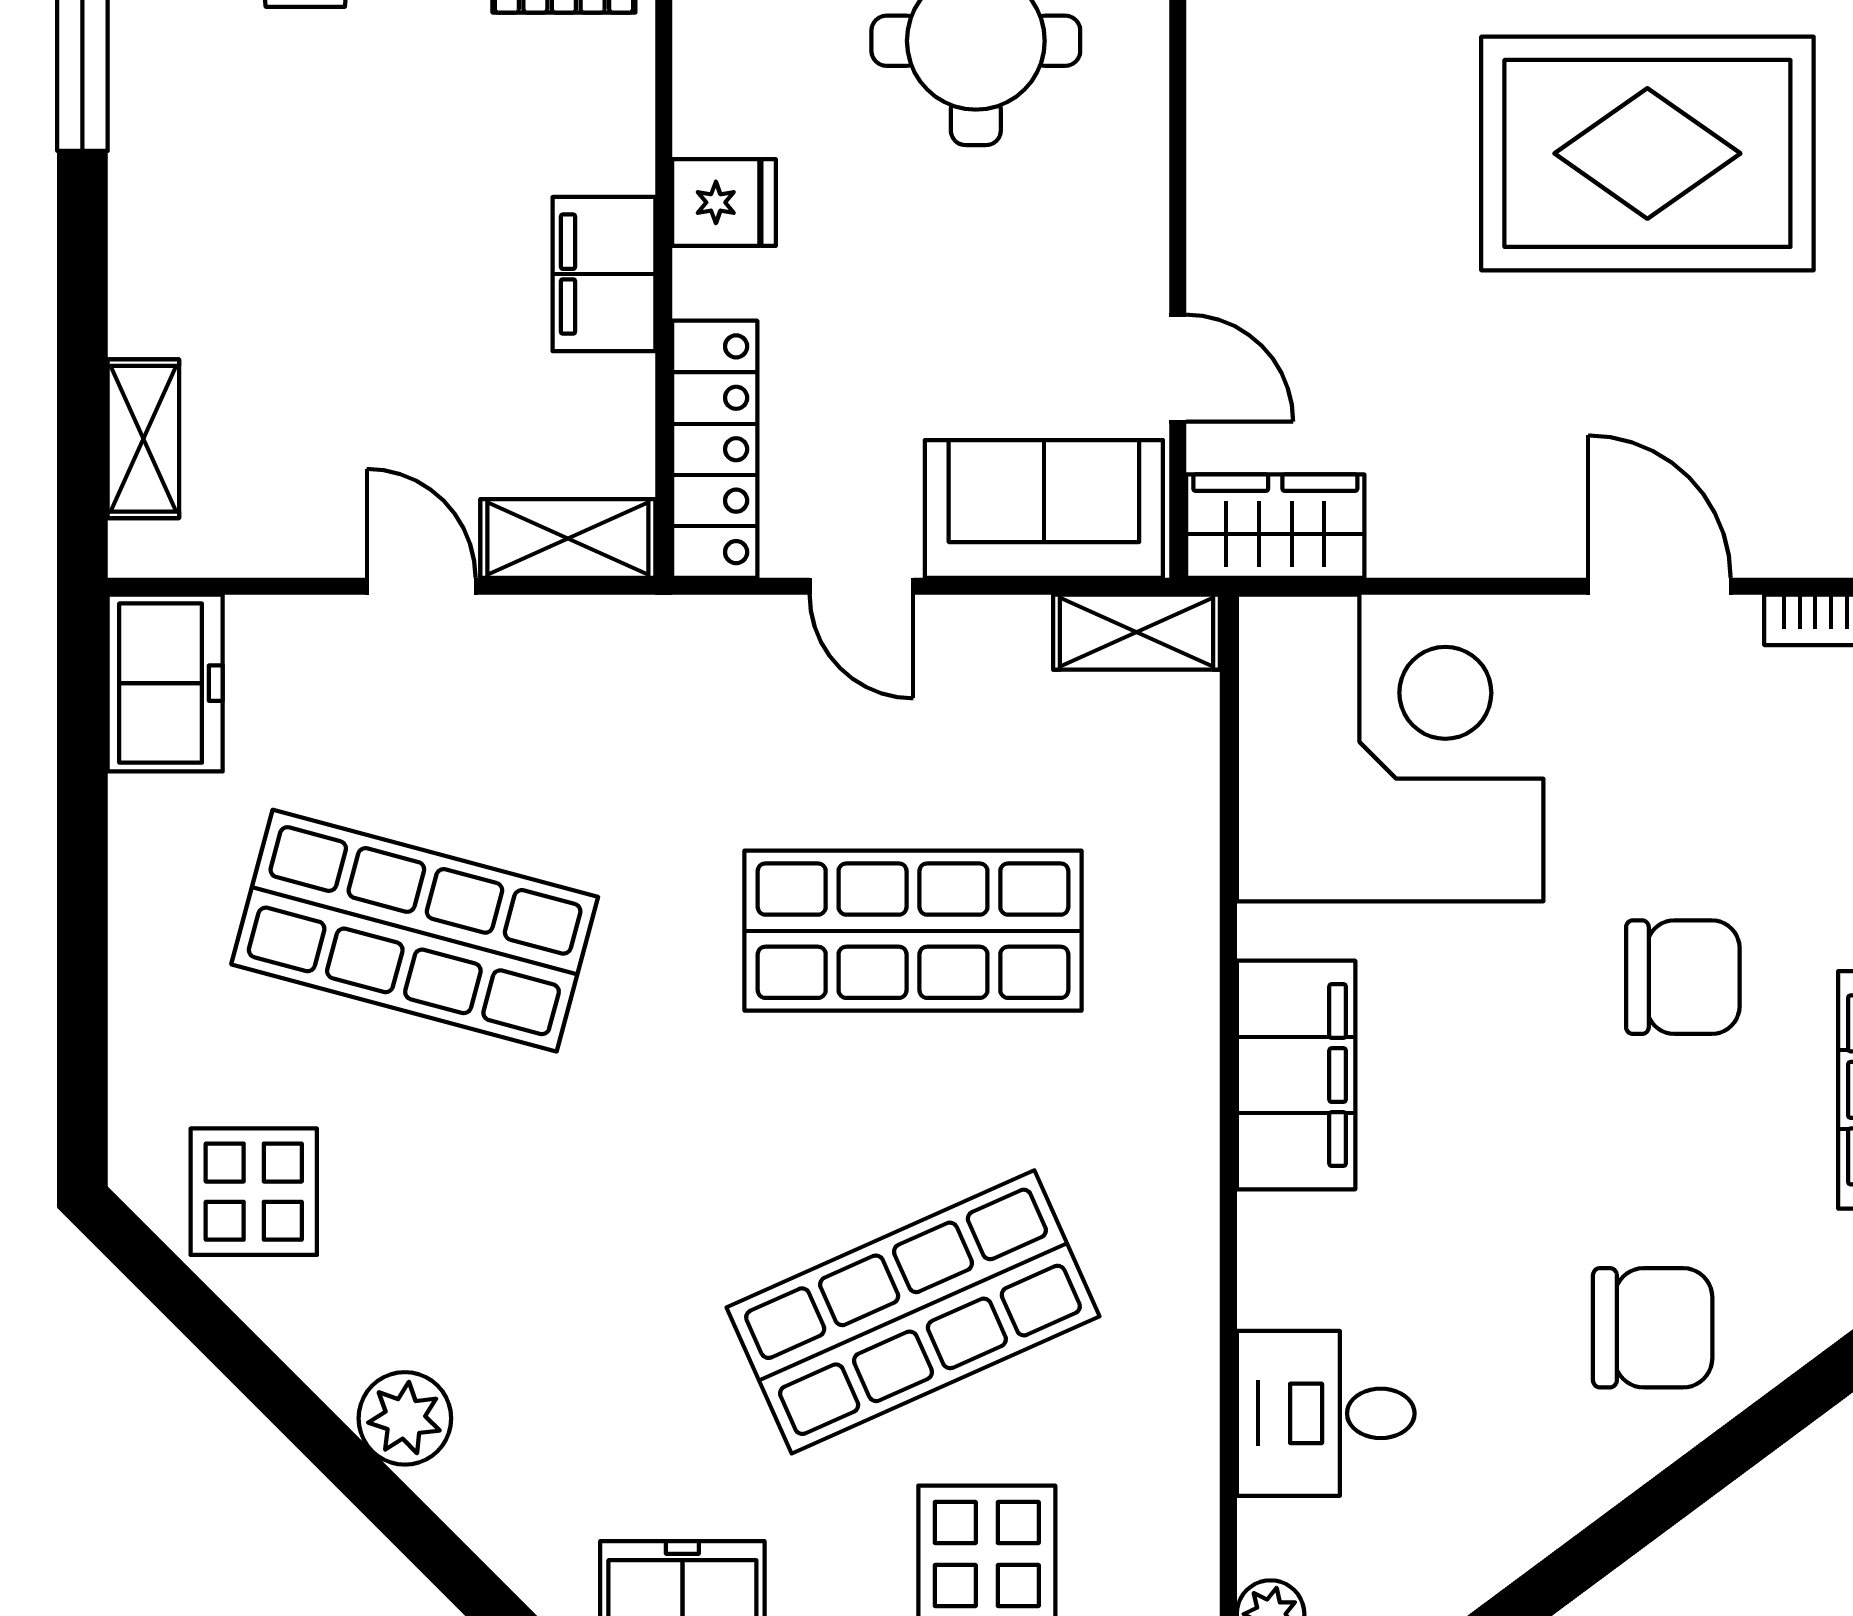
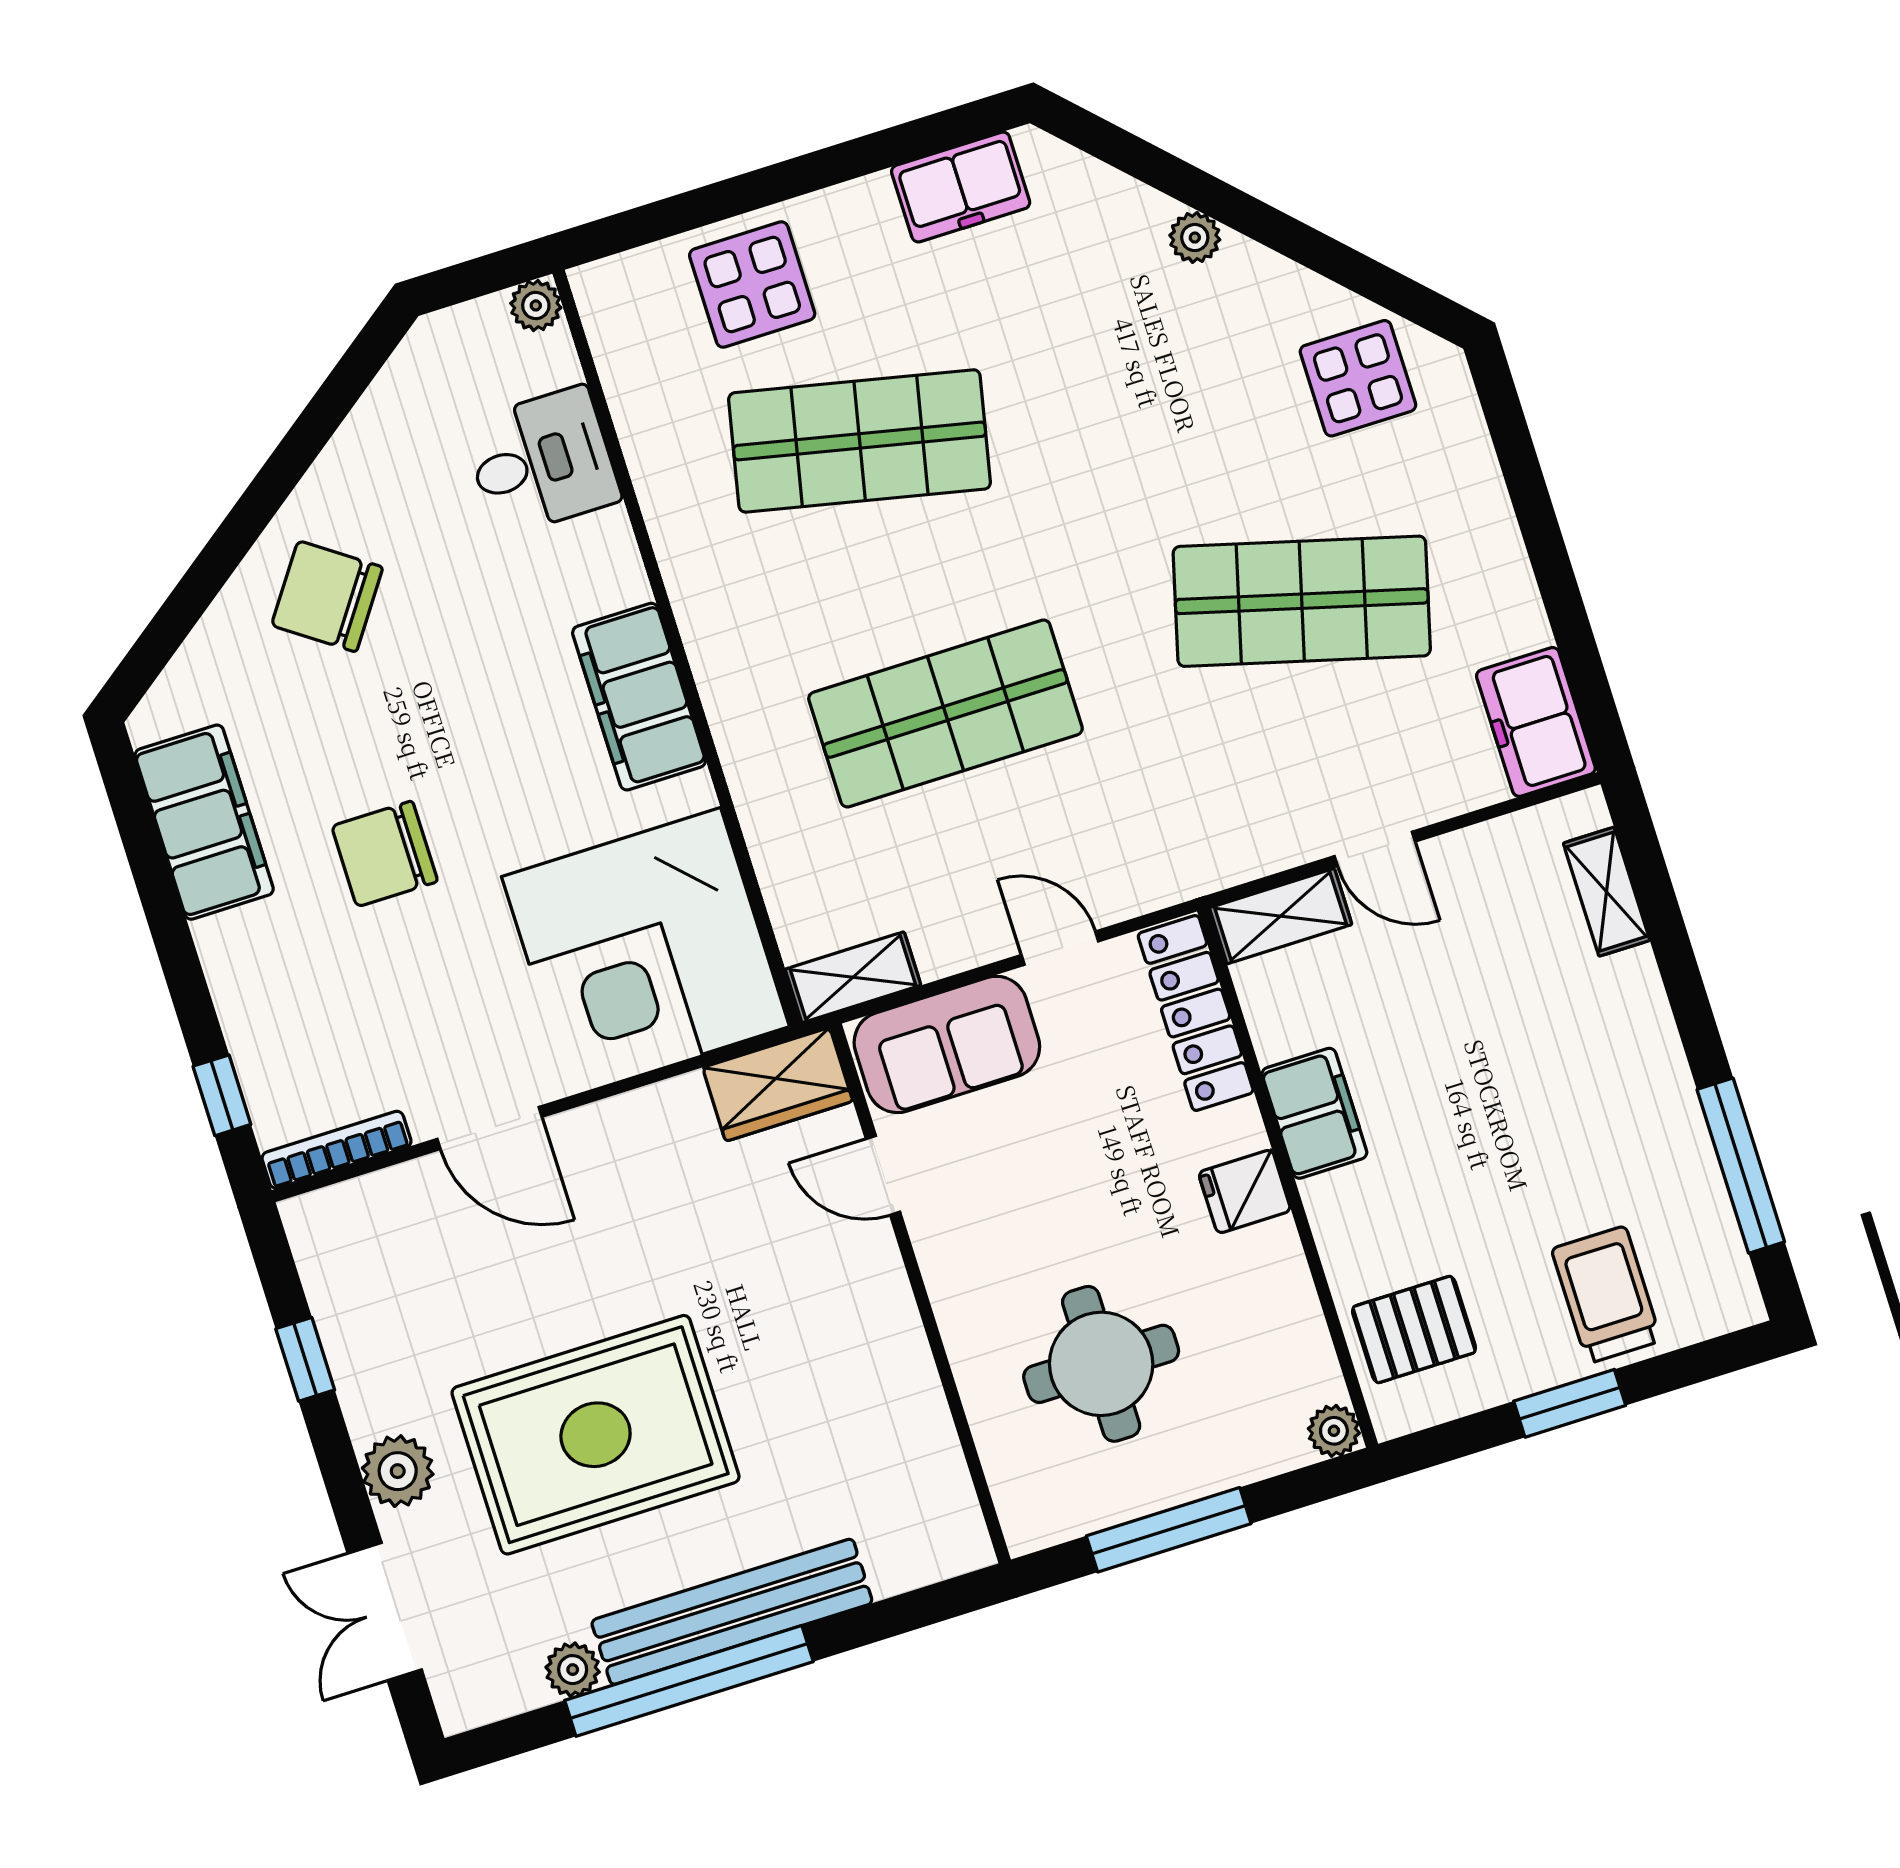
shop shelf: (913, 1312) -> (860, 441), turned 36
chair: (1653, 1328) -> (327, 596), turned 35
plant: (405, 1418) -> (1195, 238), width x0.73, depth x0.73

